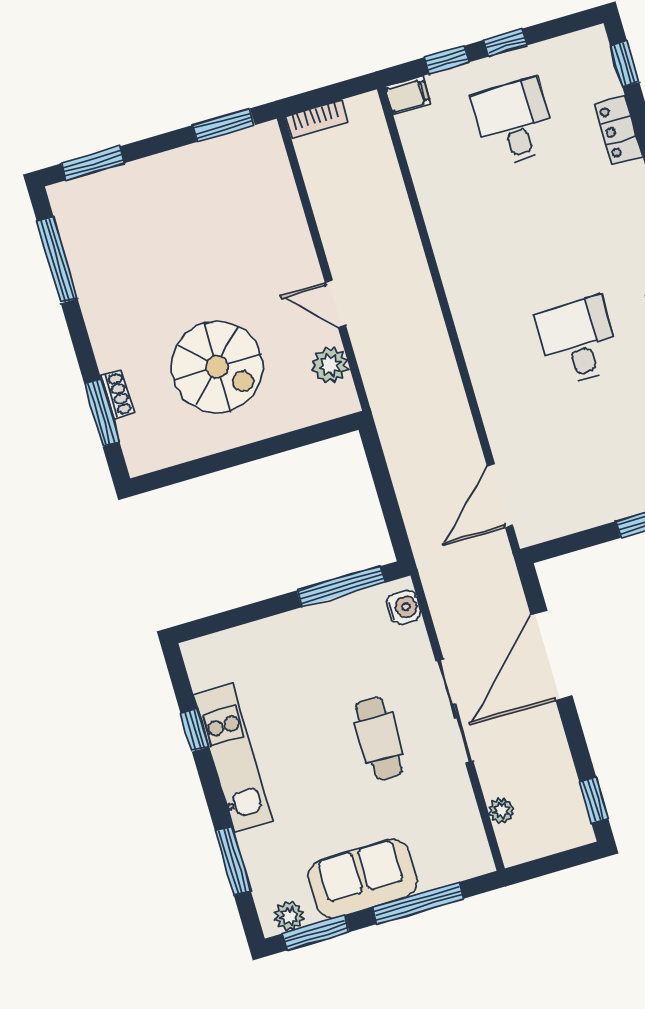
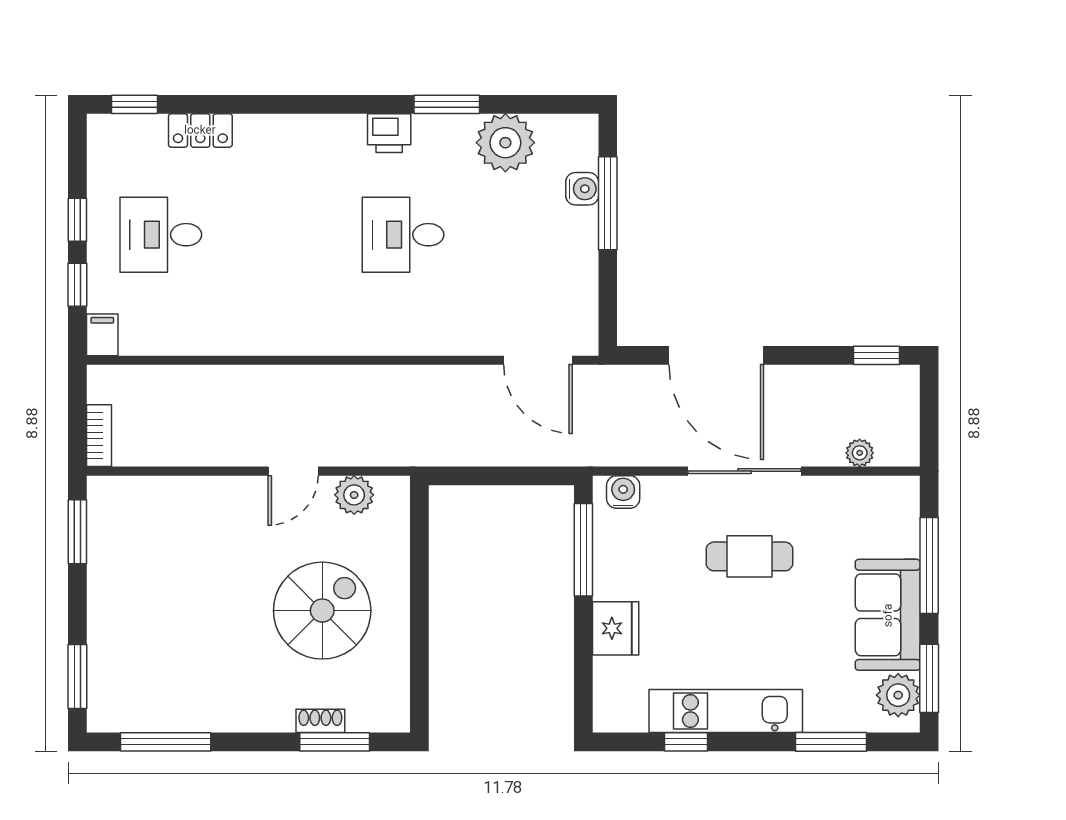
fridge: (279, 637) -> (616, 628), added
plant: (289, 916) -> (898, 695), width x1.38, depth x1.38

